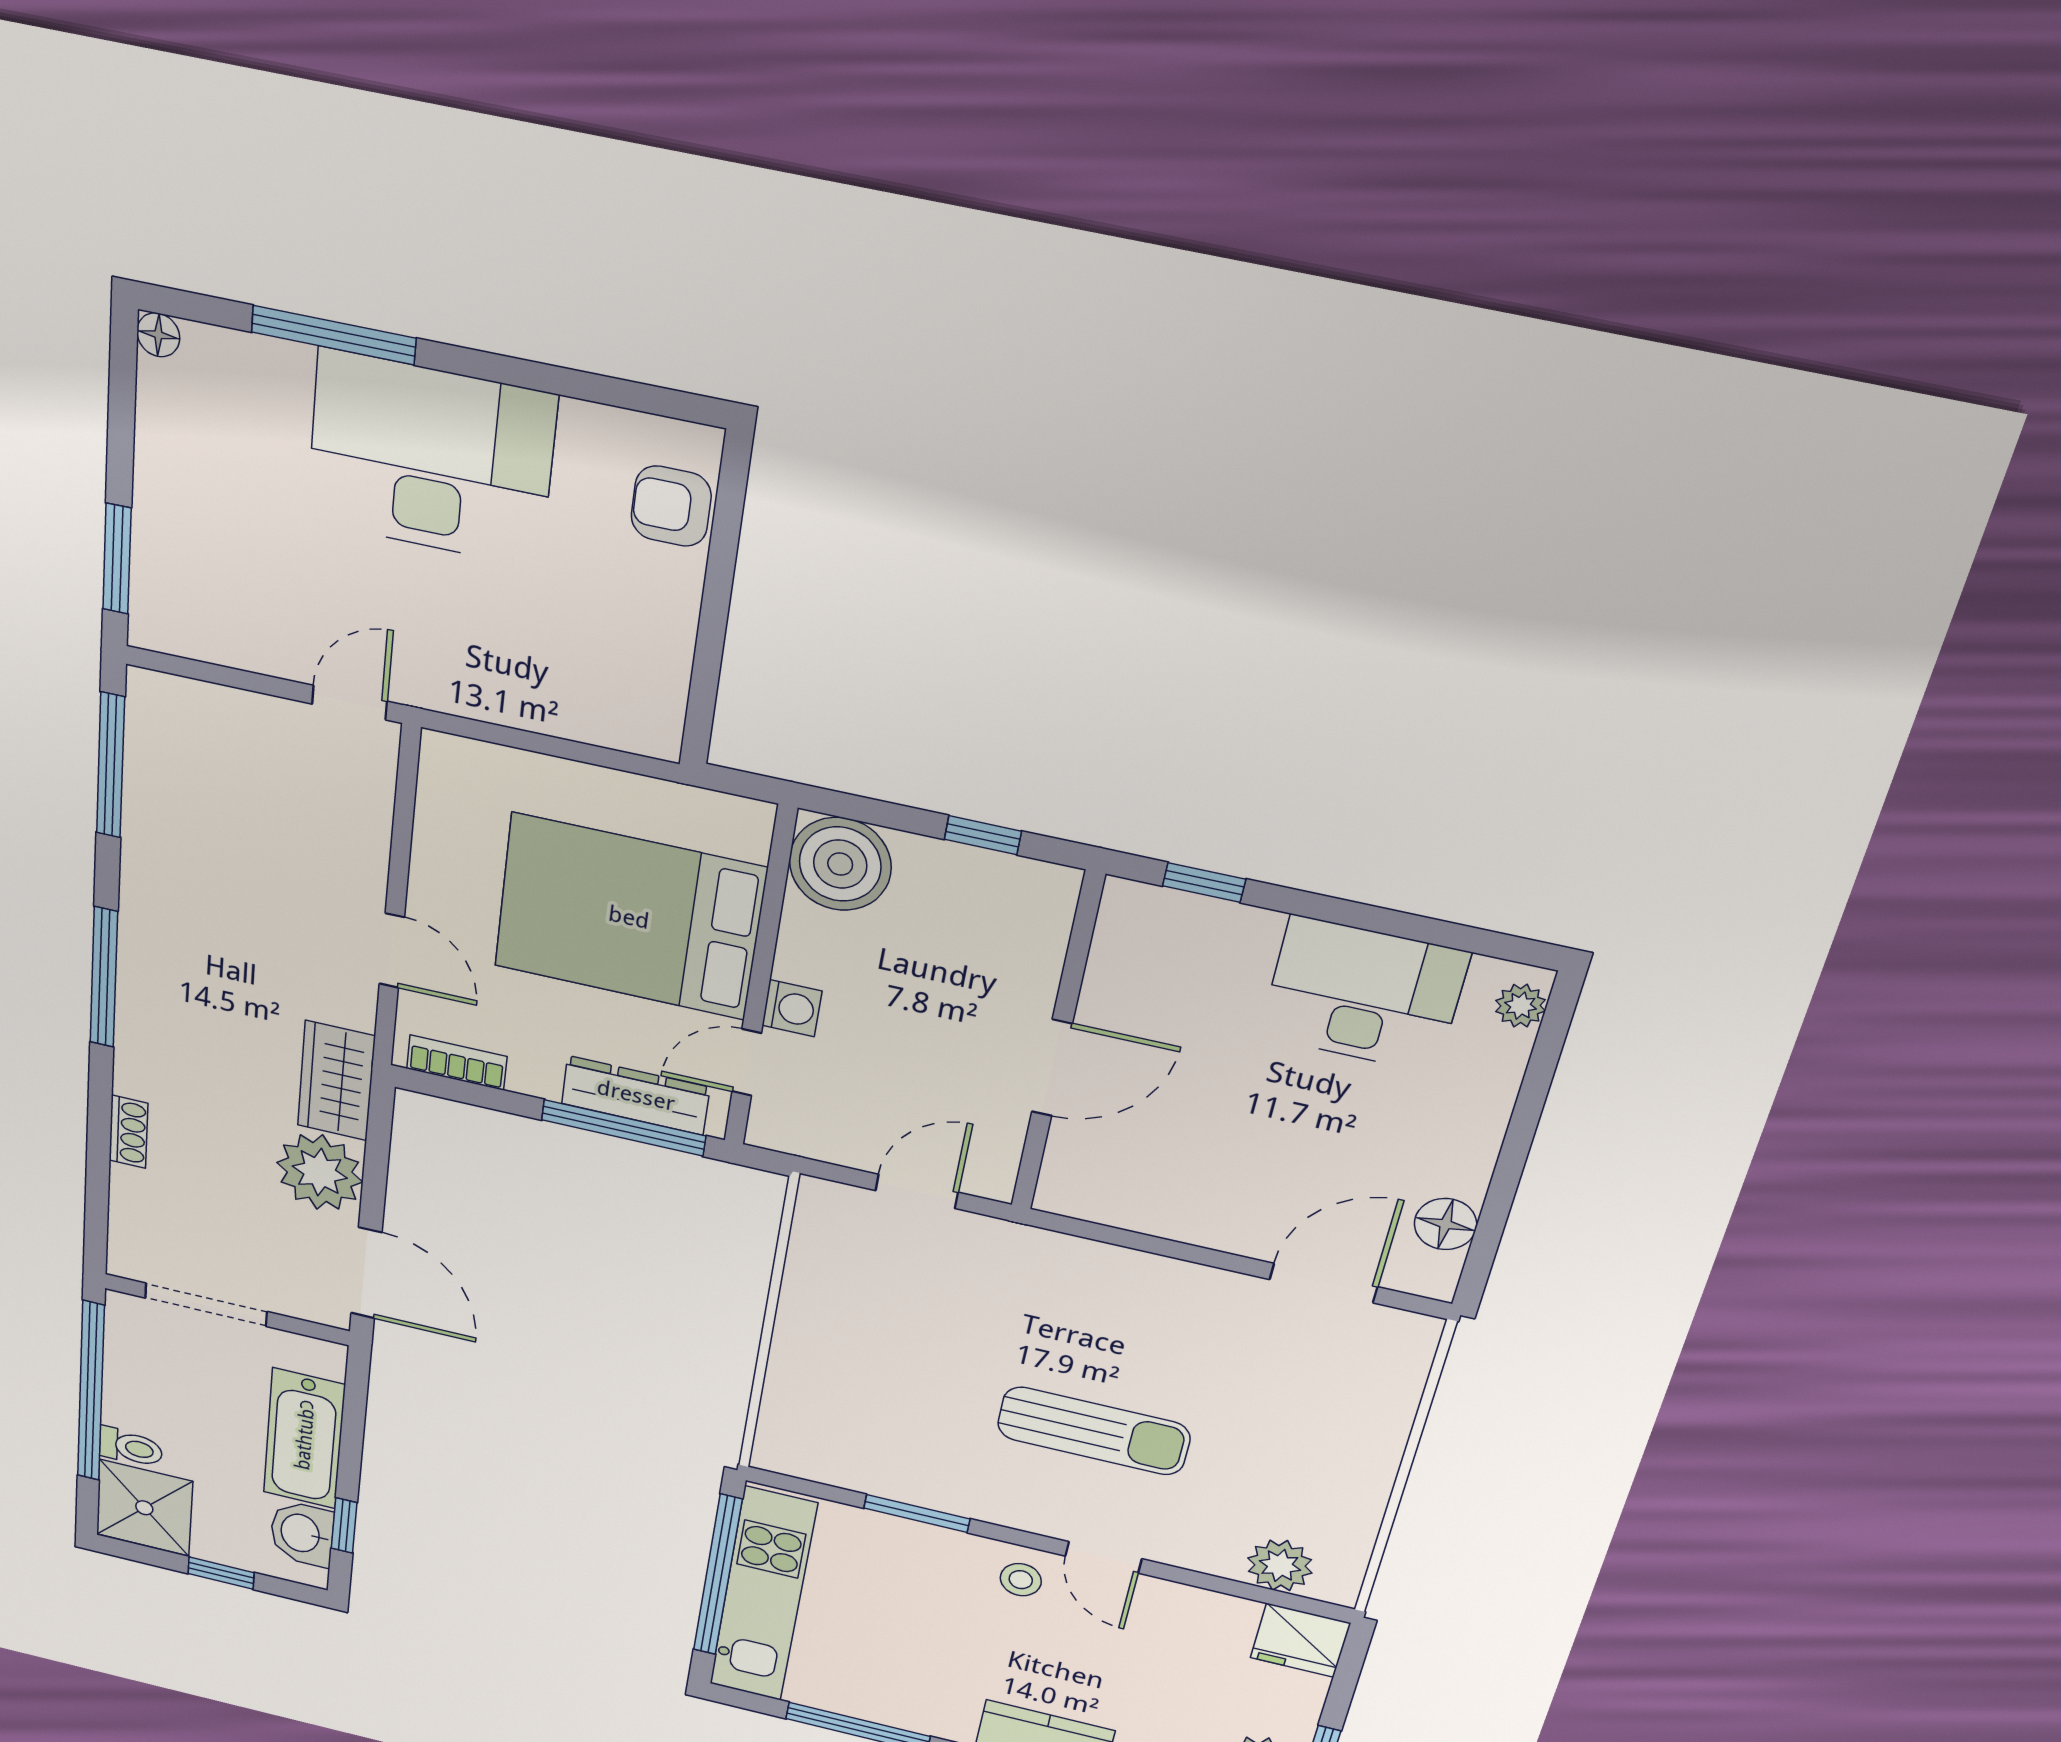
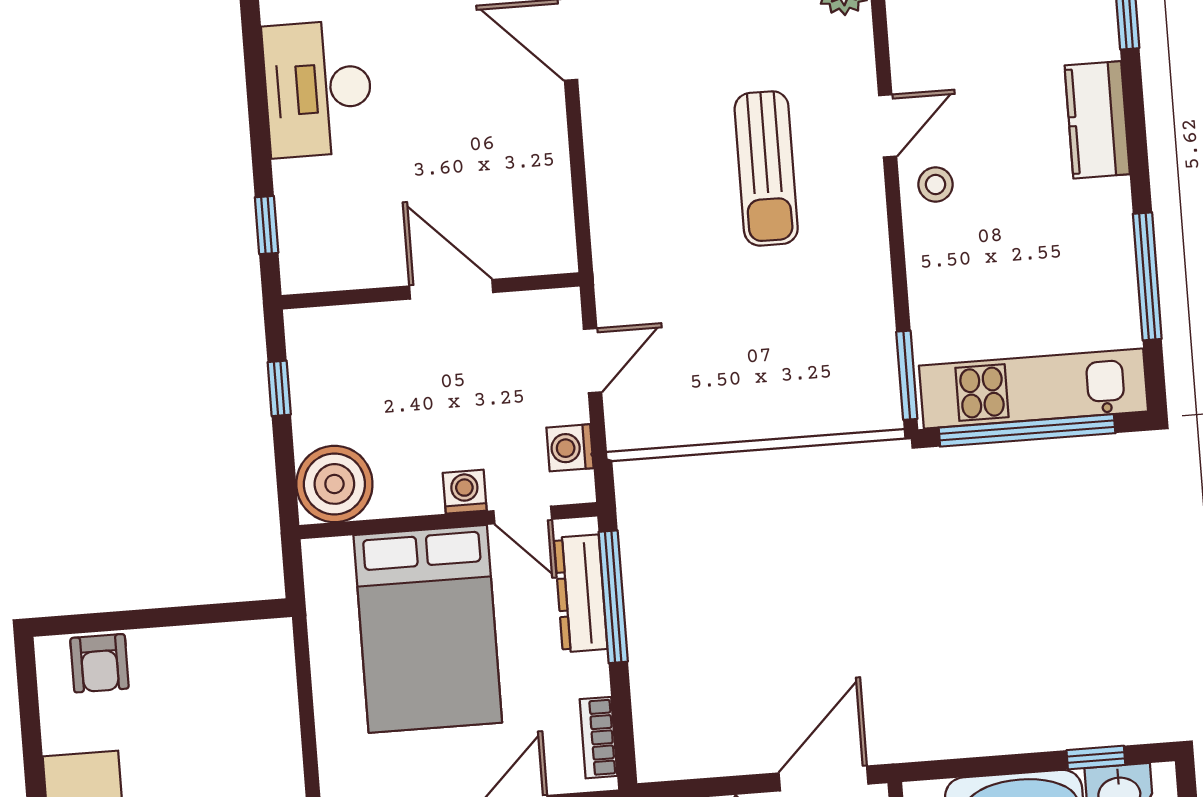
washing machine: (816, 1137) -> (570, 448), added
door: (917, 1191) -> (593, 361), swing flipped
sun lounger: (1094, 1431) -> (766, 168), turned 180
window: (917, 1513) -> (907, 375), moved

